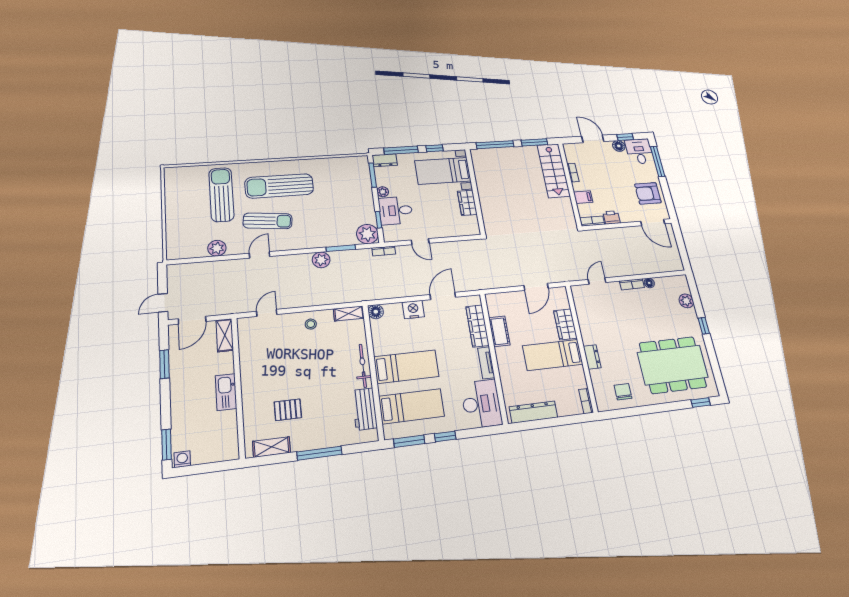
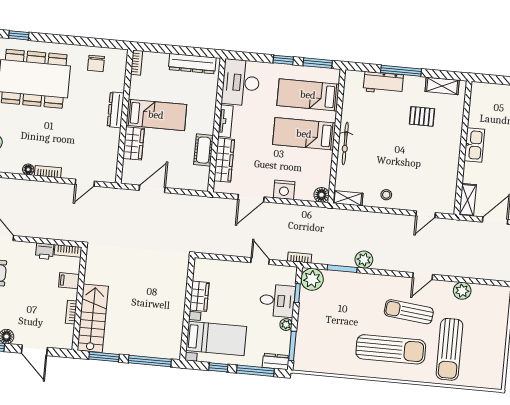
dresser: (592, 357) -> (116, 110), width x1.44
workbench: (365, 409) -> (383, 83), moved, turned 90

